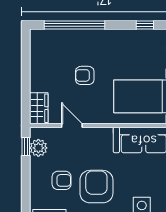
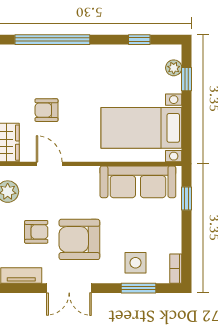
armchair: (85, 75) -> (46, 110), moved
armchair: (96, 187) -> (79, 239), turned -90

